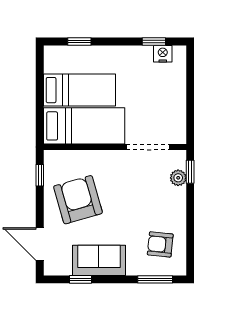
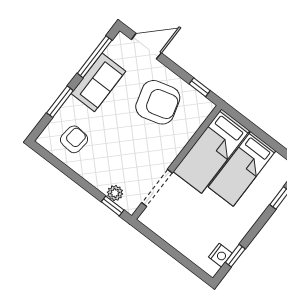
window: (81, 279) -> (95, 57), width x2.17
window: (155, 279) -> (60, 102), moved

